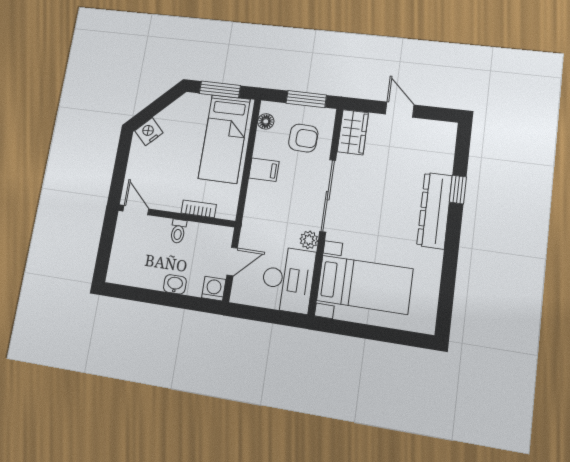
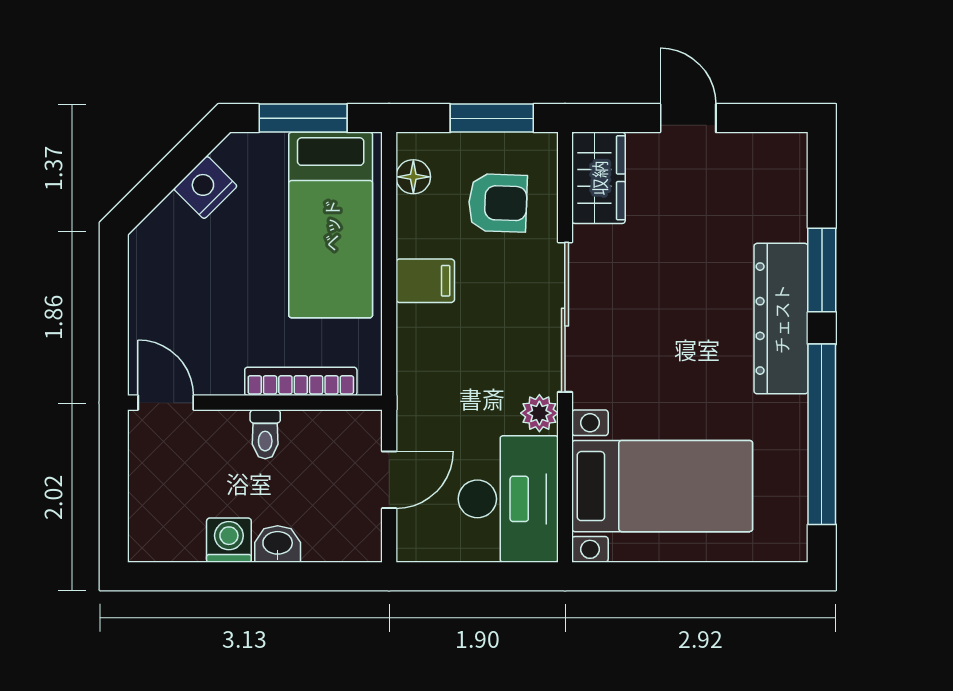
nightstand: (149, 132) -> (205, 187), moved
window: (458, 189) -> (822, 270), width x1.50
bookcase: (199, 209) -> (301, 381), width x1.56
window: (449, 271) -> (822, 434), added
washing machine: (214, 289) -> (229, 540), moved

